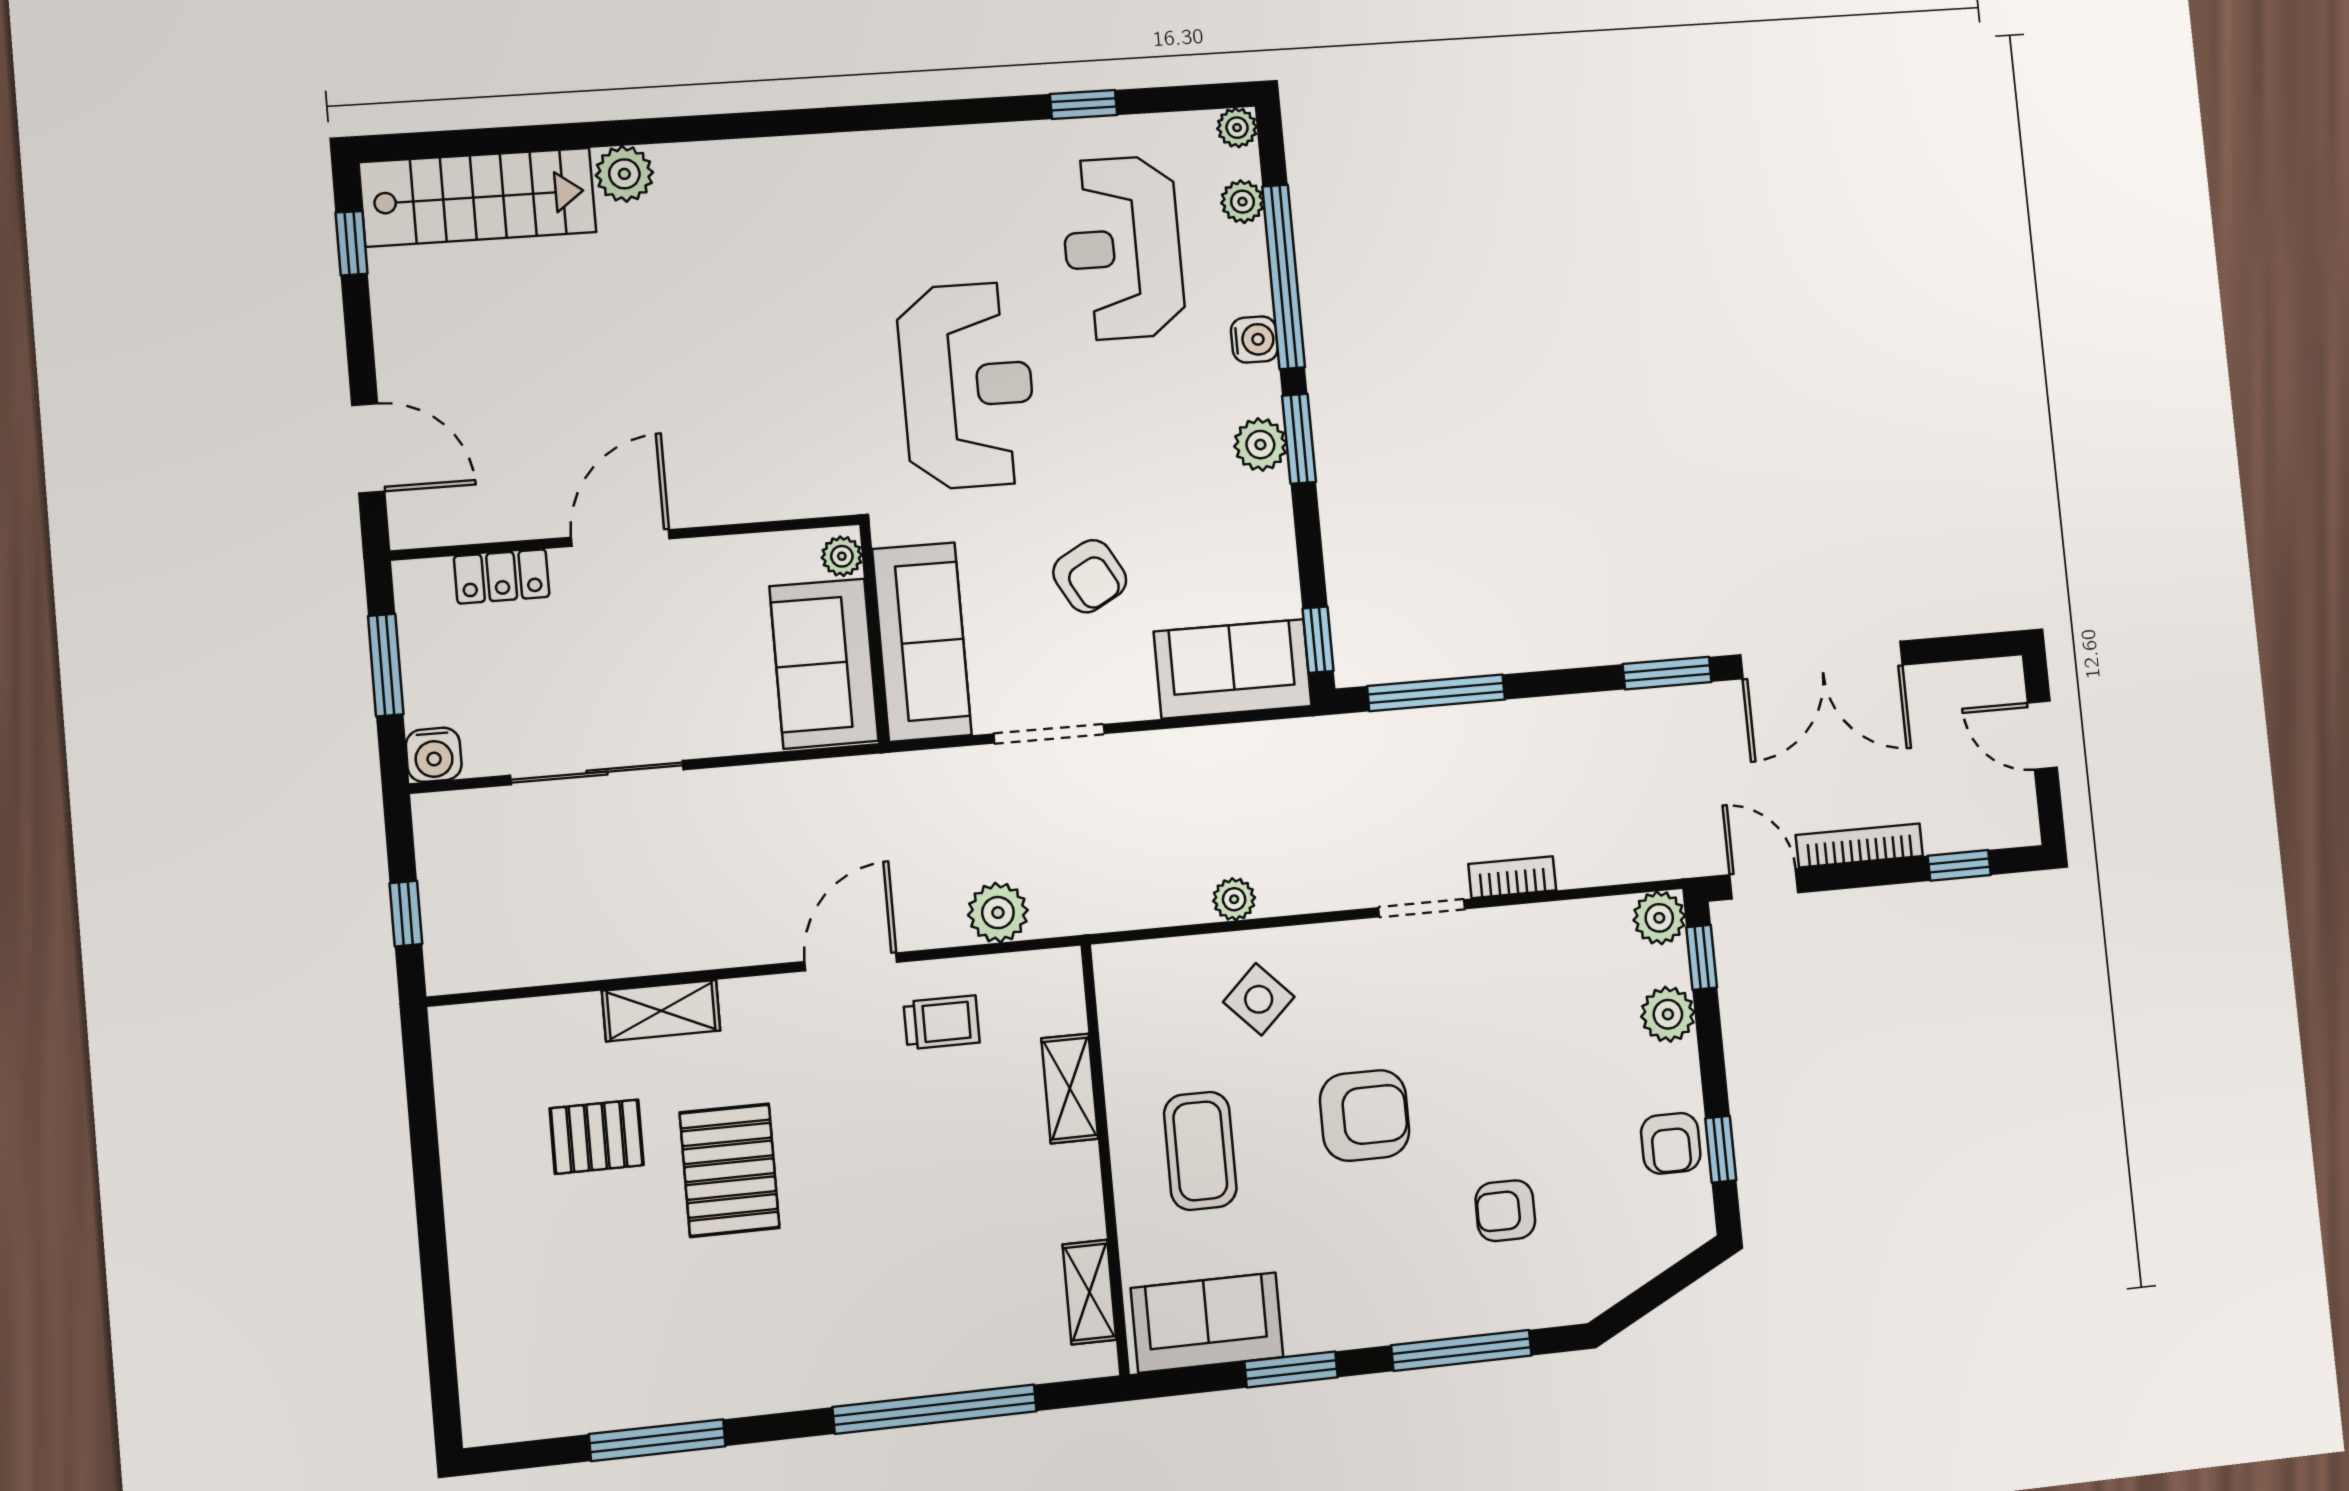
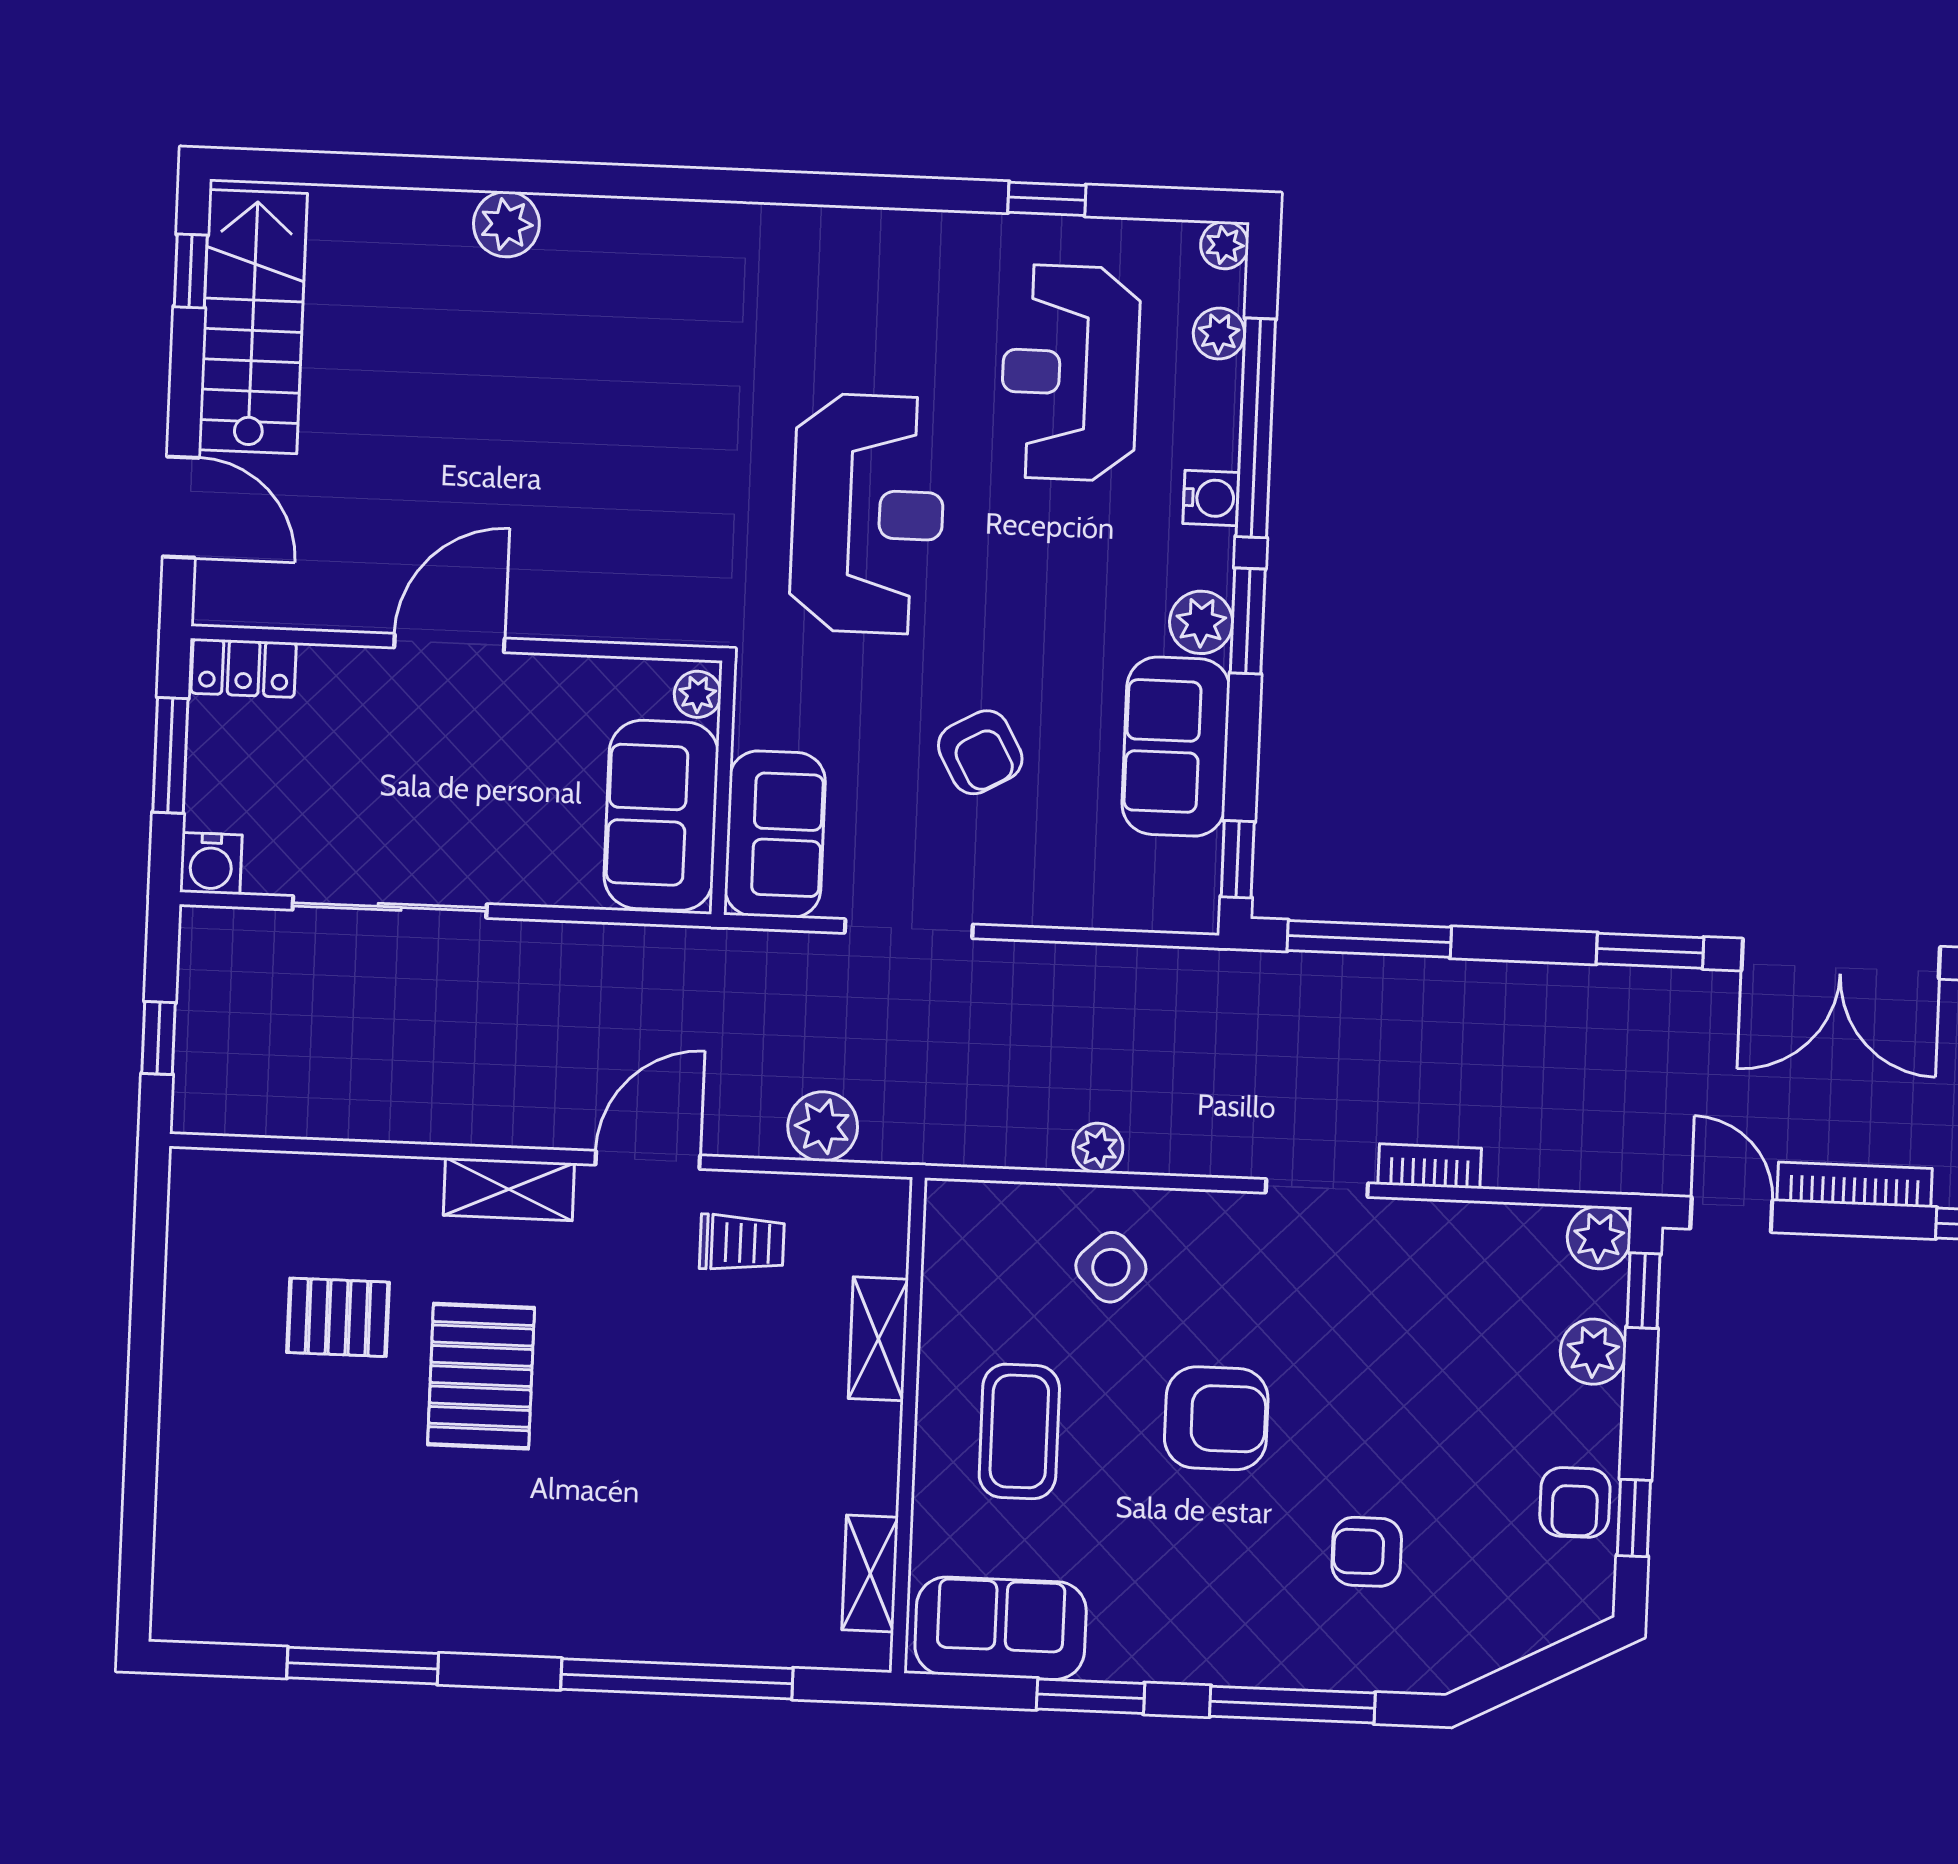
stairs: (478, 197) -> (253, 322), moved, turned -90
locker: (502, 576) -> (244, 668), moved
sofa: (922, 642) -> (775, 834), width x0.73
sofa: (1233, 669) -> (1176, 747), moved, turned -90
shelving: (661, 1011) -> (509, 1189), moved

